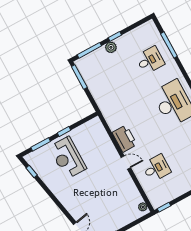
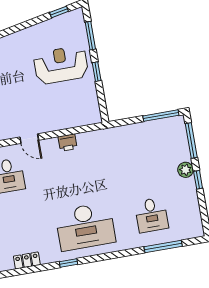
printer: (125, 138) -> (68, 143), width x0.53, depth x0.68
door: (126, 162) -> (29, 139), hinge flipped

